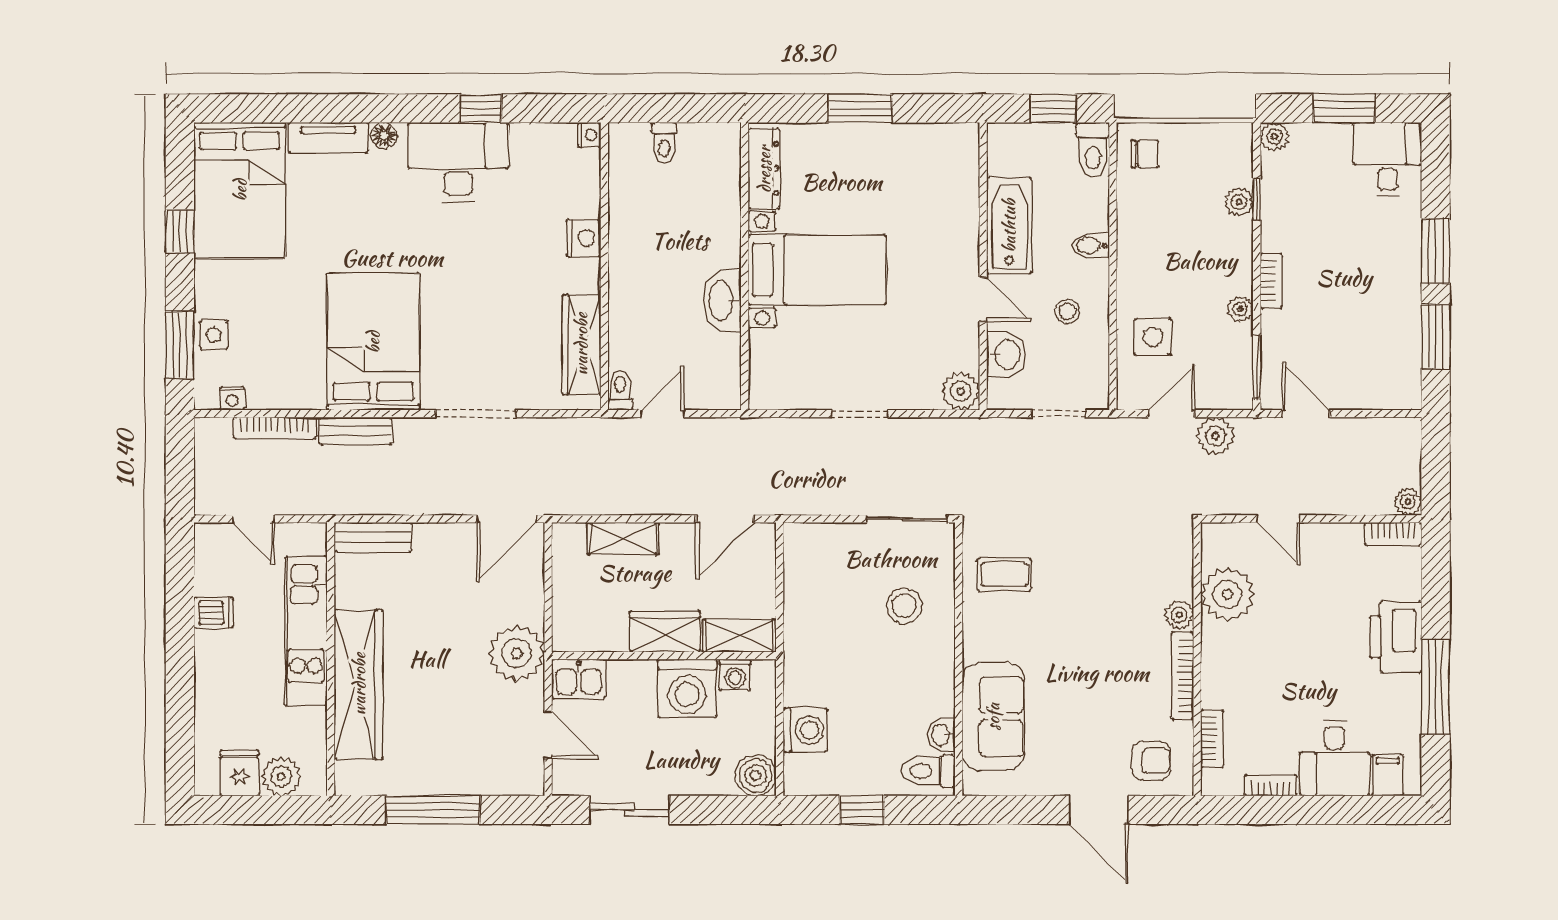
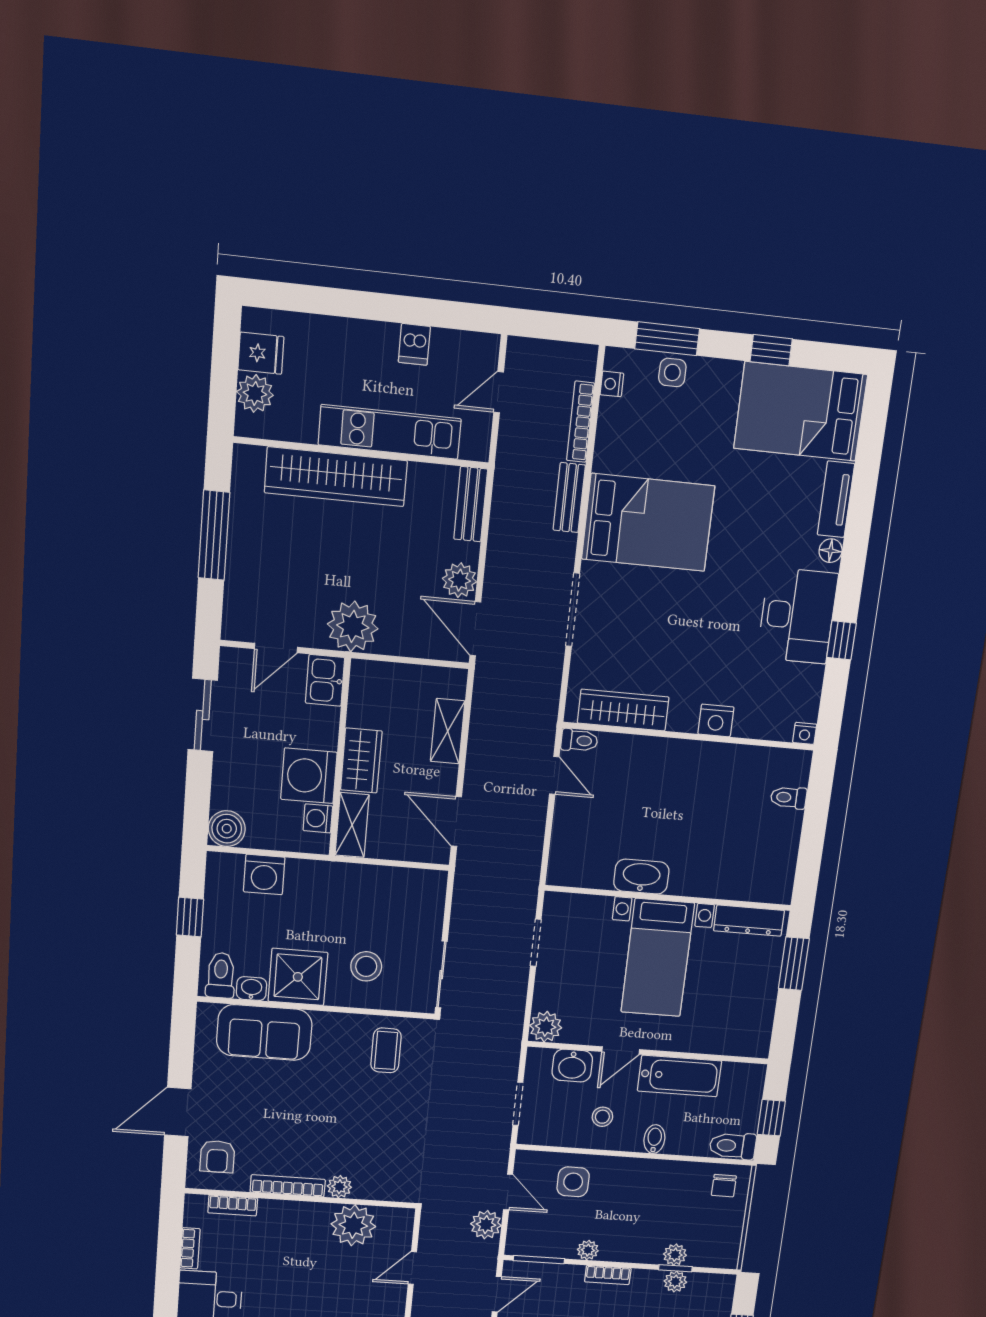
plant: (1274, 137) -> (675, 1282), moved
dresser: (764, 169) -> (749, 921), moved
wall: (745, 266) -> (668, 898), moved
bed with nightstands: (817, 270) -> (658, 958), moved
washbasin: (722, 301) -> (641, 877), moved
plant: (455, 541) -> (459, 580), added
shower: (923, 683) -> (298, 977), added

